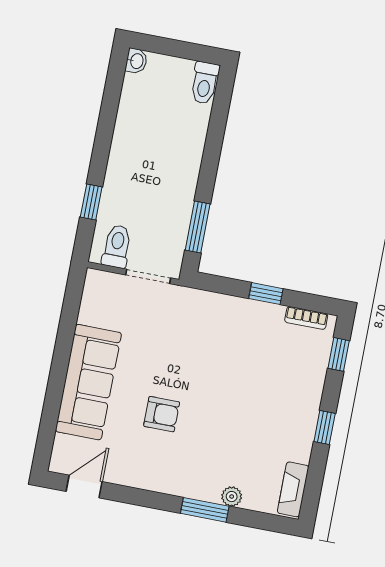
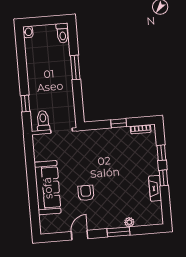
window: (198, 227) -> (75, 67), moved
window: (339, 354) -> (161, 153), moved
armchair: (162, 414) -> (86, 193), turned -90
door: (84, 487) -> (80, 235), moved
fireplace: (293, 489) -> (155, 188), moved

